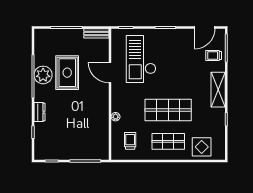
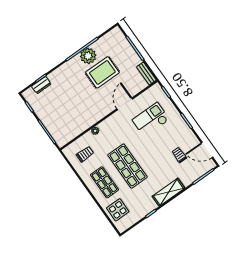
trolley: (214, 56) -> (179, 155), moved
checkout: (141, 59) -> (151, 120), width x0.73, depth x0.83
dresser: (40, 112) -> (41, 85), moved

